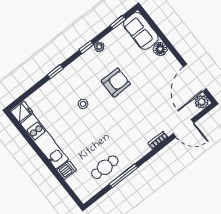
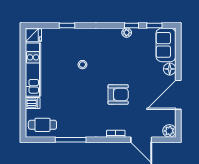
window: (86, 47) -> (131, 25), moved
window: (55, 72) -> (67, 25), moved
door: (195, 78) -> (178, 95), moved
armchair: (116, 82) -> (118, 94), moved
cafe table: (105, 167) -> (42, 125), moved

